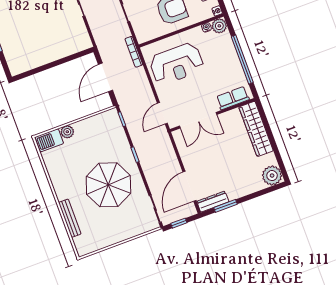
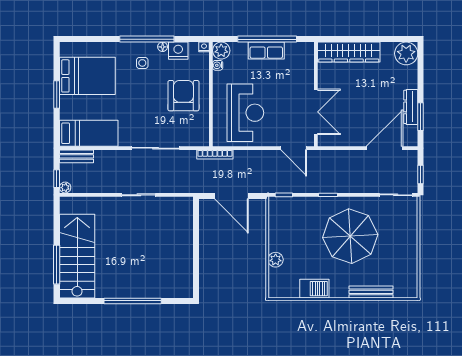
row of seats: (233, 98) -> (266, 51), moved, turned -90
barbecue: (49, 140) -> (314, 289), moved, turned -90
door: (189, 186) -> (384, 148), swing flipped
dresser: (213, 202) -> (411, 107), moved

